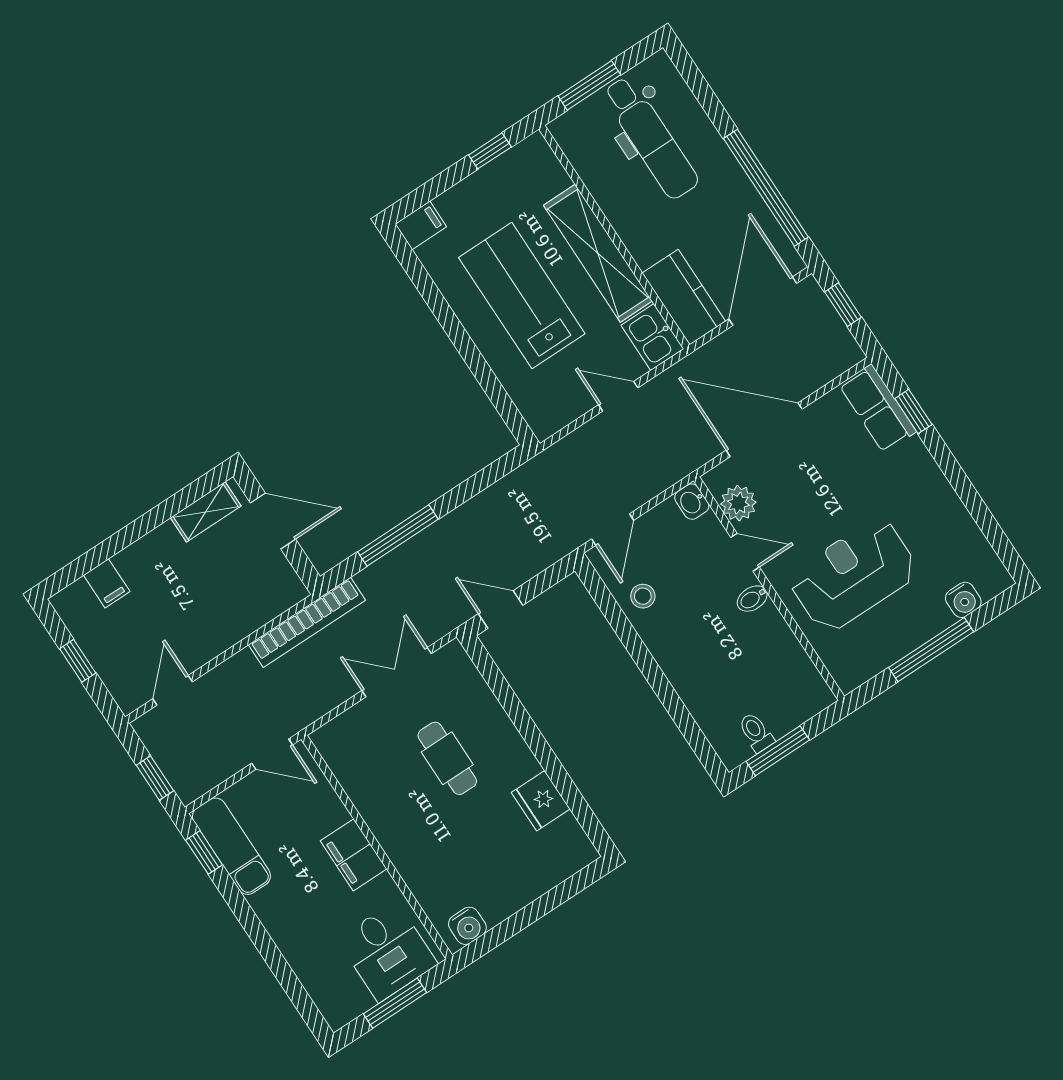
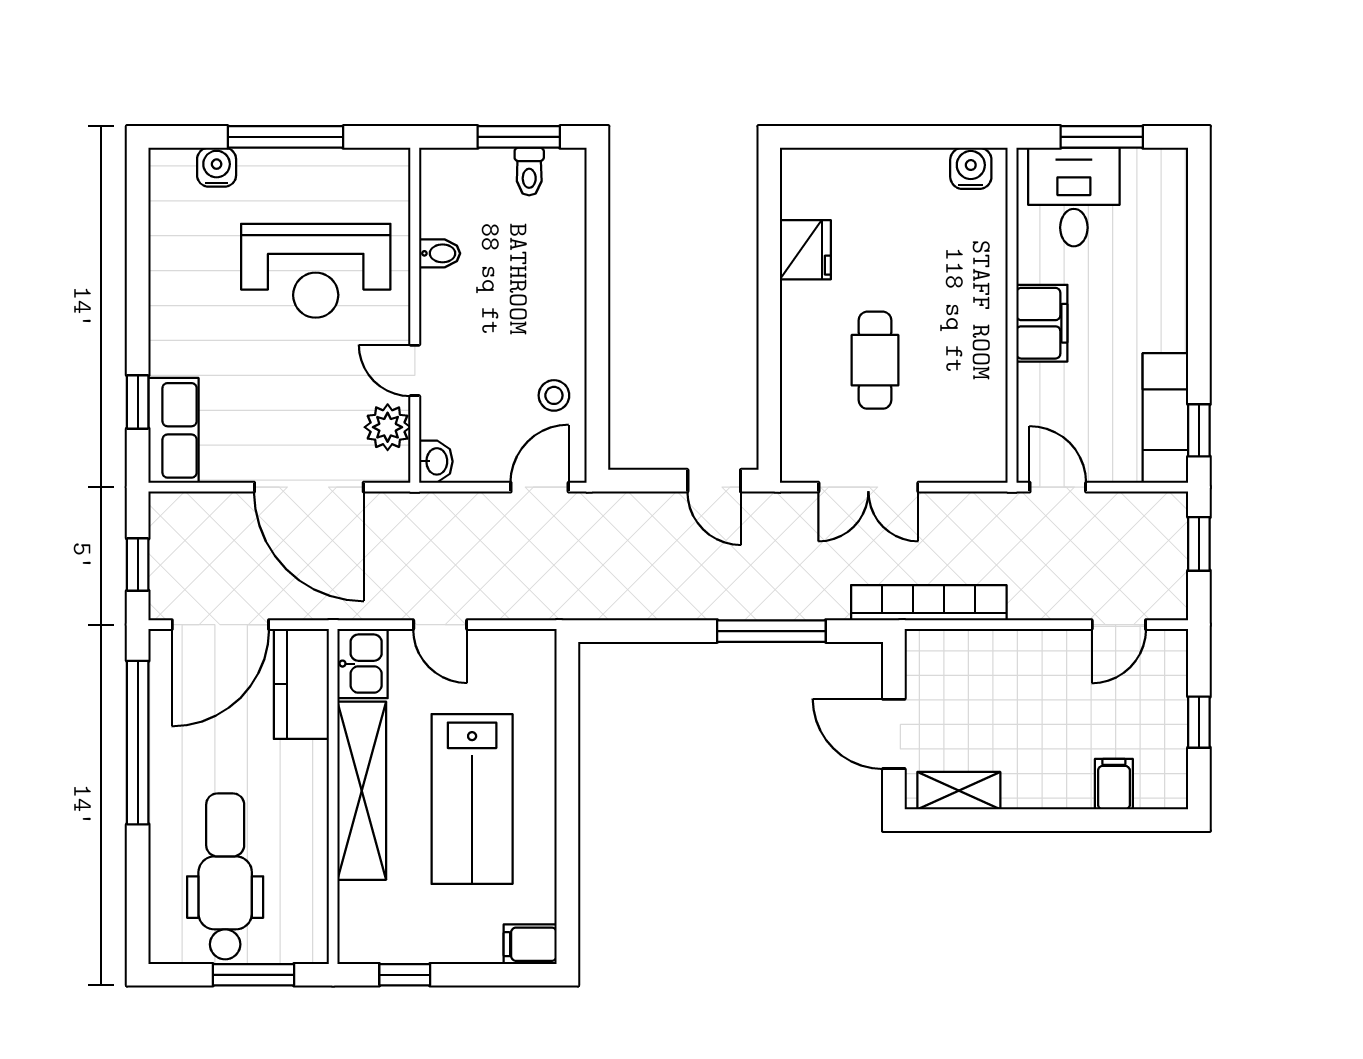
bidet: (752, 599) -> (440, 253), moved

